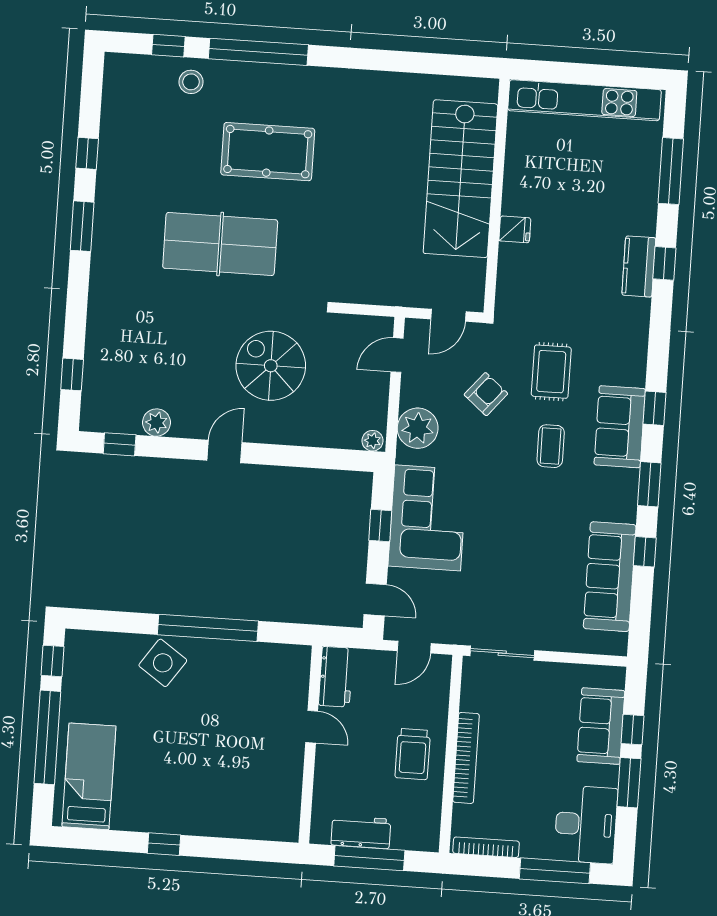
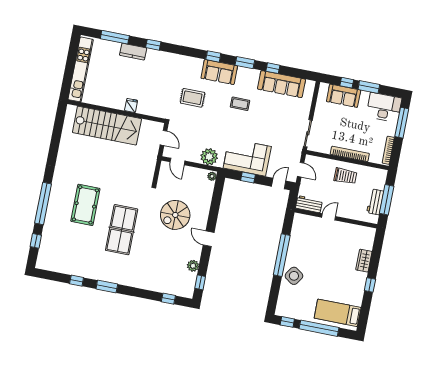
stool: (191, 82) -> (52, 233), removed
kitchen counter: (639, 266) -> (133, 52), moved
armchair: (486, 394) -> (198, 126), removed
coffee table: (551, 446) -> (240, 104), moved
wardrobe: (219, 823) -> (364, 261), added

